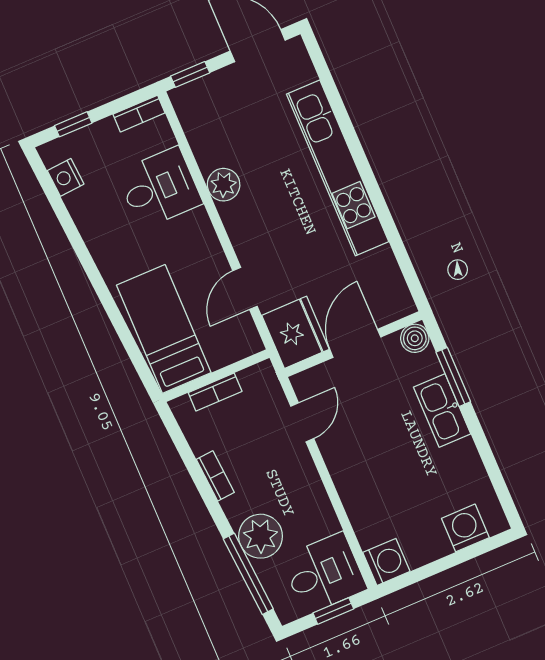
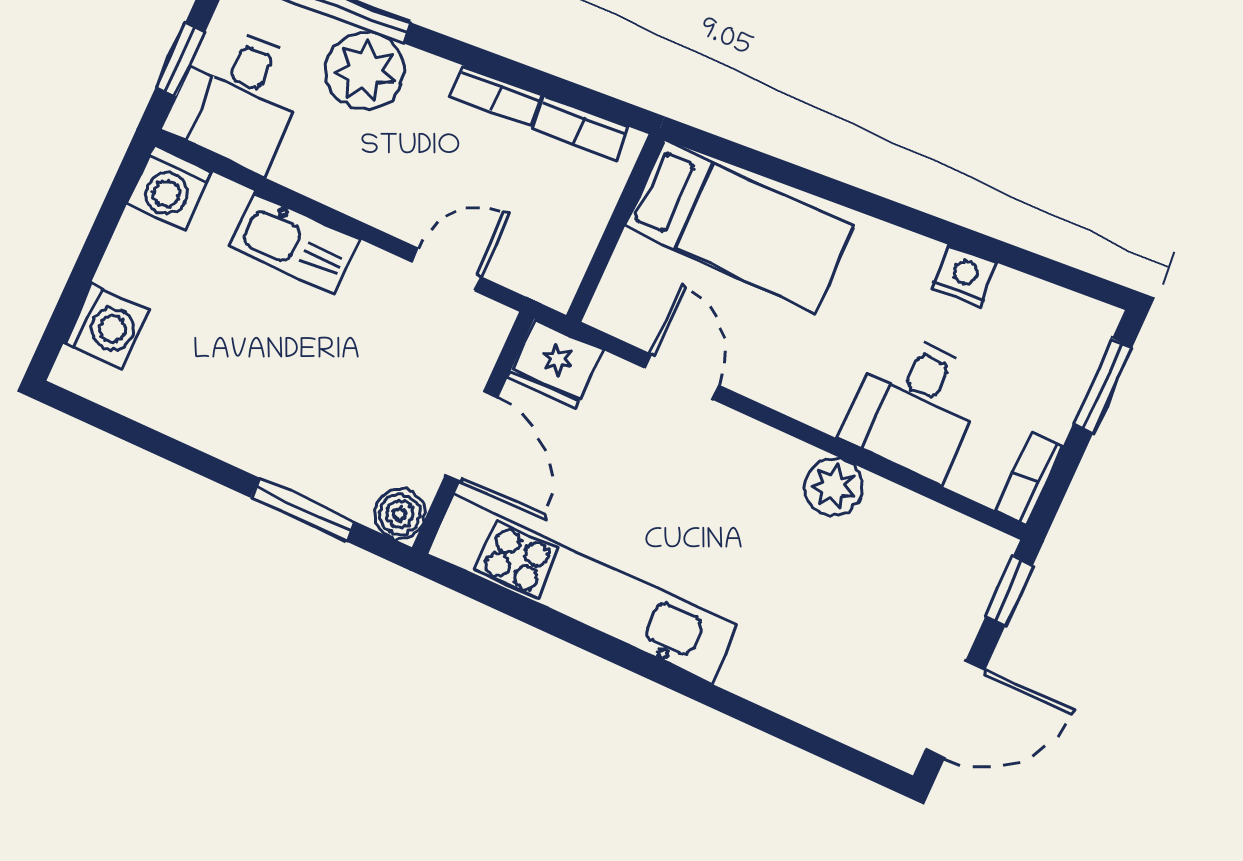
window: (73, 124) -> (1103, 386), width x1.50
kitchen unit: (338, 168) -> (582, 589), moved
nightstand: (66, 177) -> (964, 276), moved
fridge: (295, 332) -> (555, 364), width x0.73, depth x0.75
bookcase: (215, 392) -> (581, 128), moved, turned -94
kitchen sink: (442, 410) -> (294, 243), moved, turned 180
door: (302, 422) -> (446, 269), swing flipped

